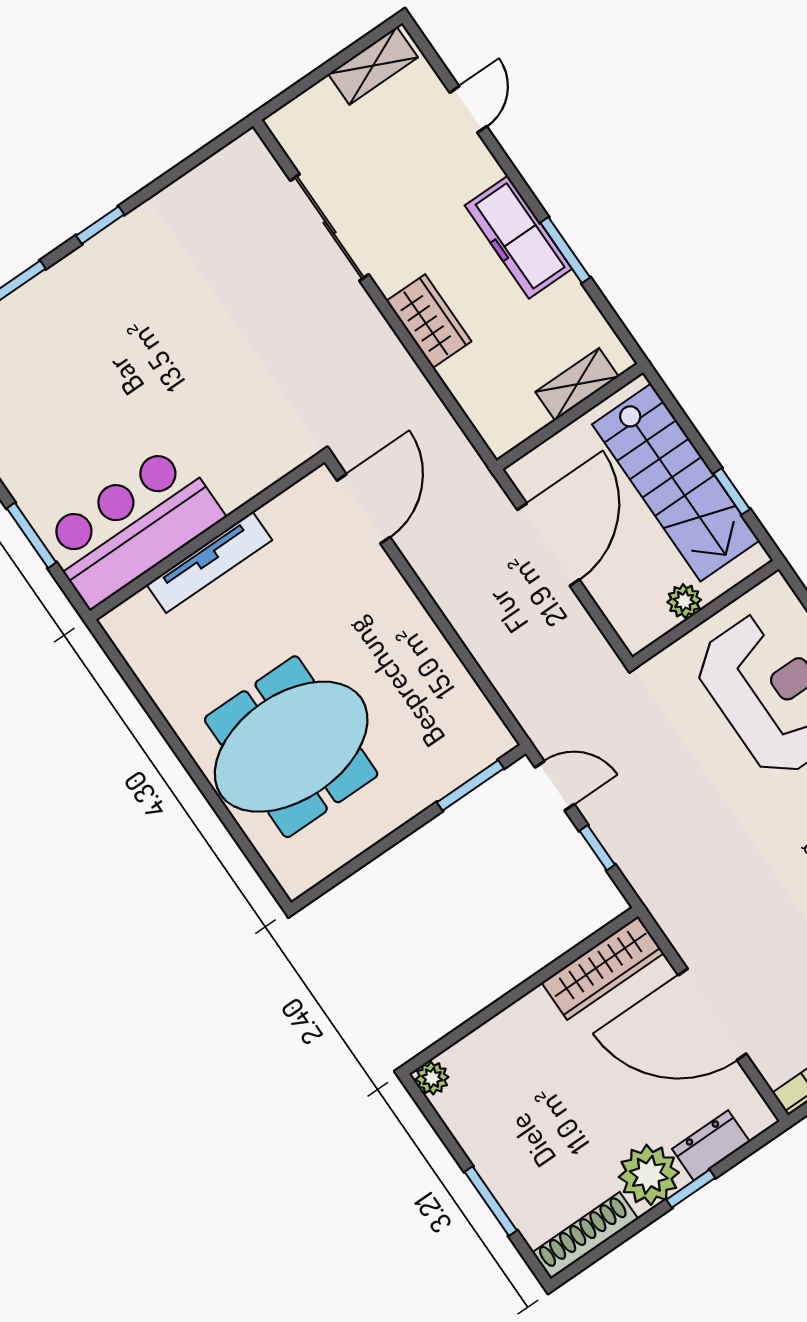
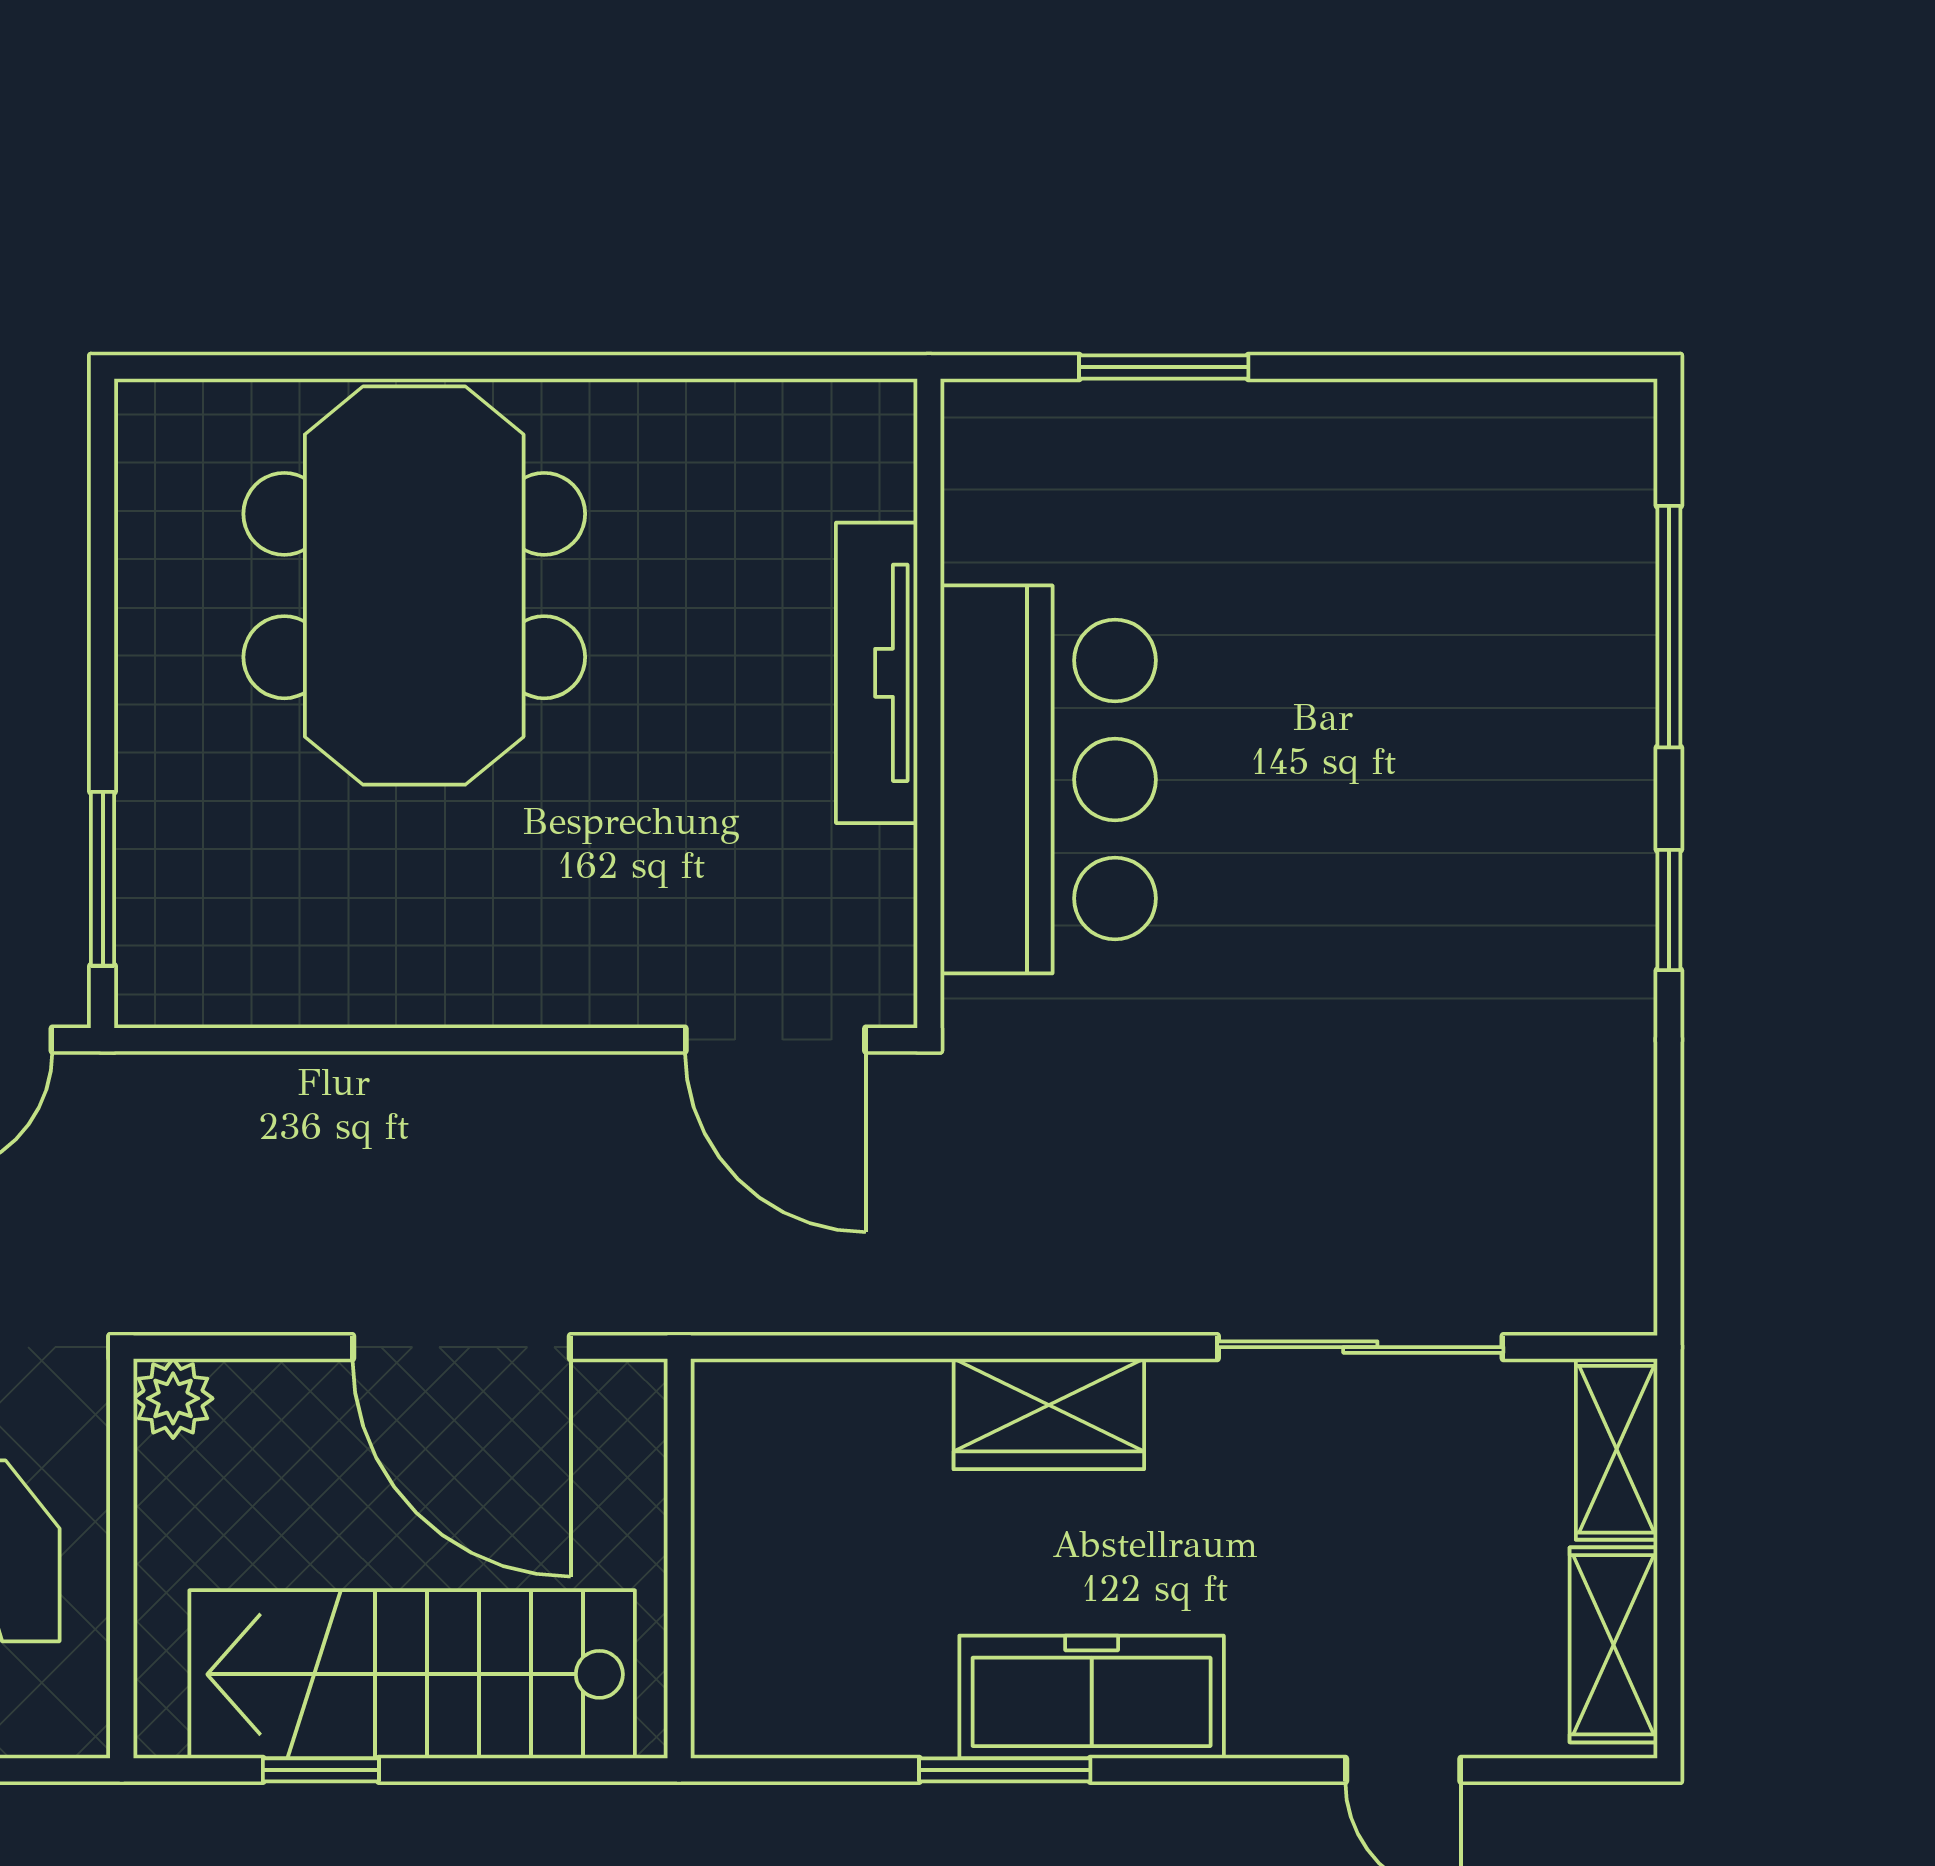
shelving: (577, 384) -> (1617, 1449), moved
bar counter: (132, 526) -> (1048, 779), moved
plant: (684, 601) -> (173, 1398), moved

